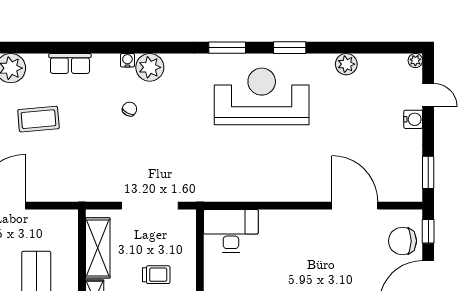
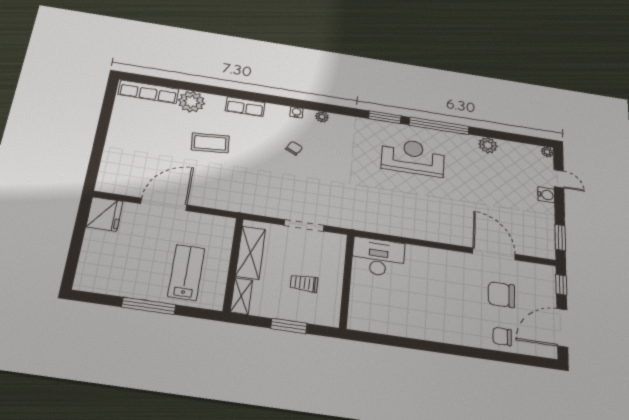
window: (290, 48) -> (439, 126), width x2.11
plant: (150, 67) -> (322, 117), width x0.53, depth x0.53
reception desk: (262, 96) -> (413, 157), width x0.74, depth x0.77
doorway: (150, 206) -> (304, 225), width x0.73
chair: (402, 241) -> (501, 295), moved
trolley: (156, 275) -> (304, 283), turned 180

